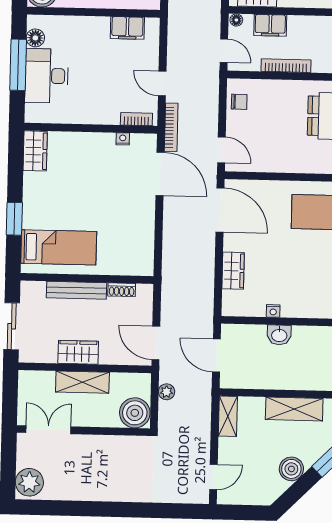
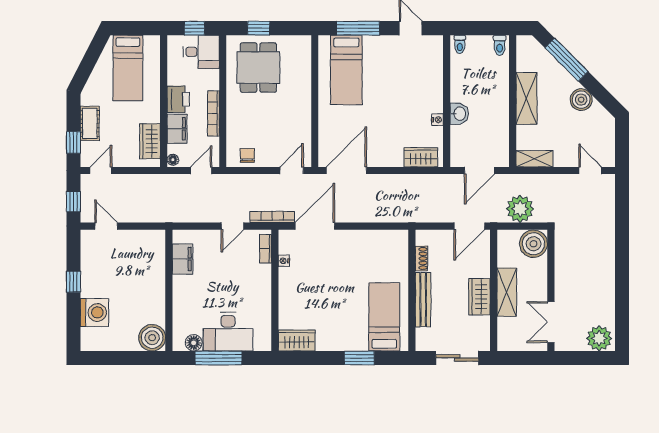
printer: (302, 27) -> (178, 99), added
wardrobe: (233, 271) -> (421, 157), moved
plant: (167, 392) -> (520, 209), width x1.87, depth x1.87

